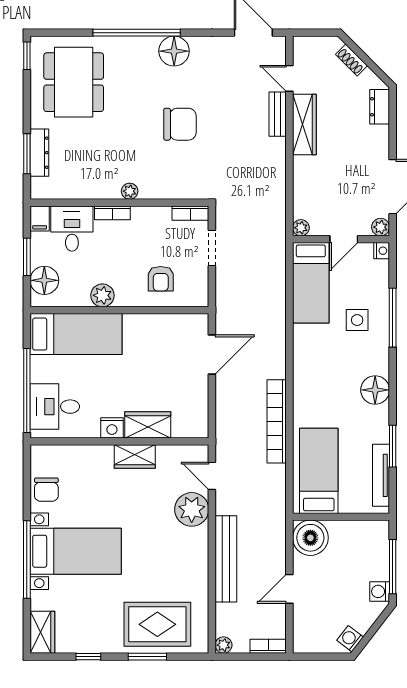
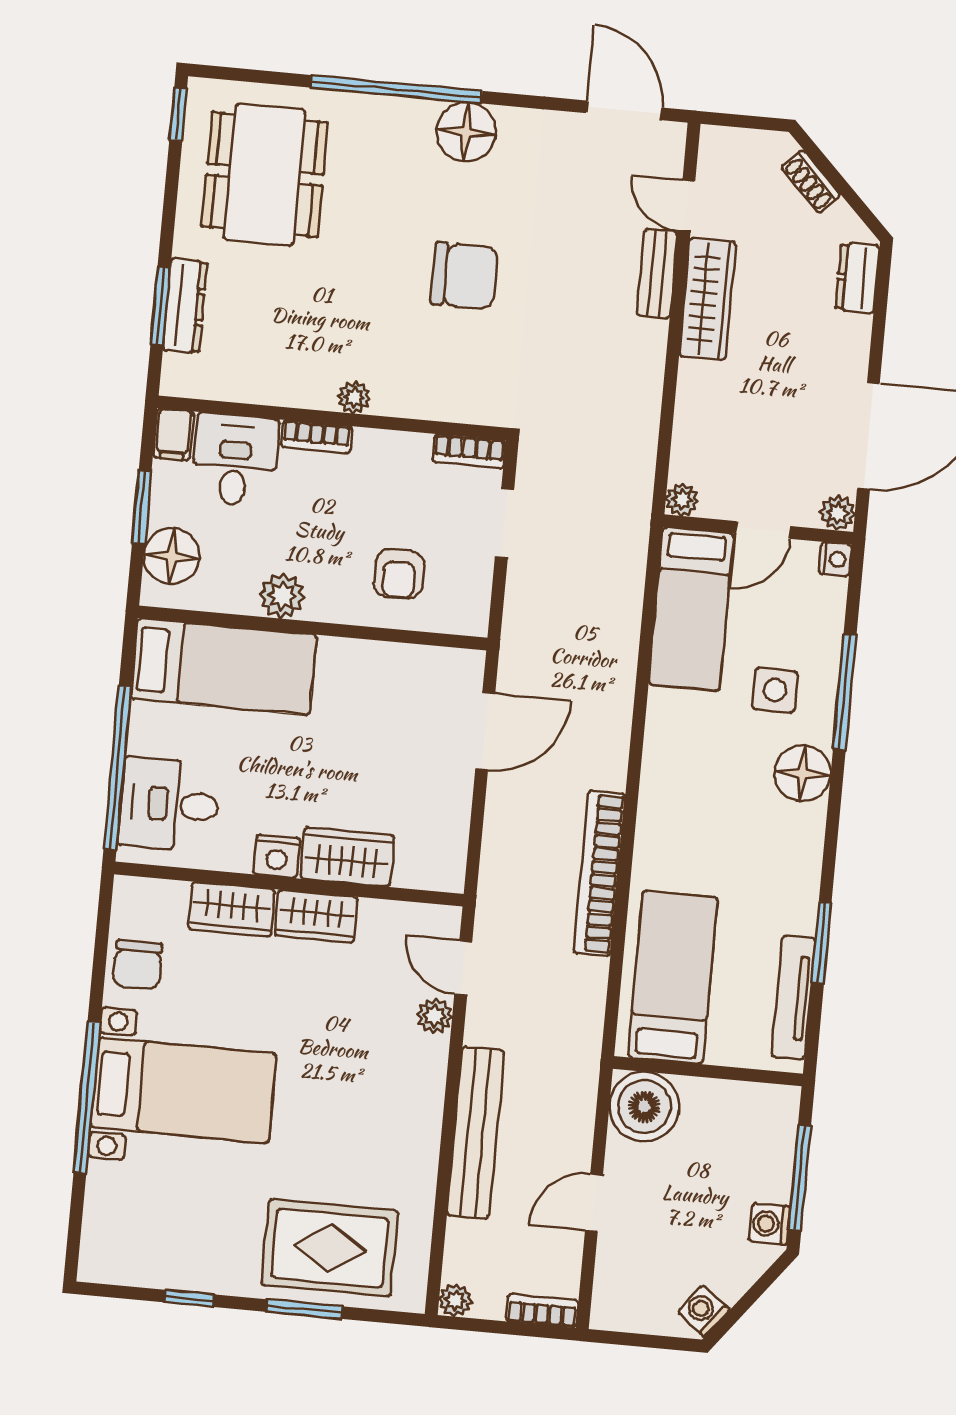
floor lamp: (375, 390) -> (803, 773), moved
plant: (192, 509) -> (435, 1016), width x0.53, depth x0.53
wardrobe: (42, 632) -> (232, 909), moved, turned 90

